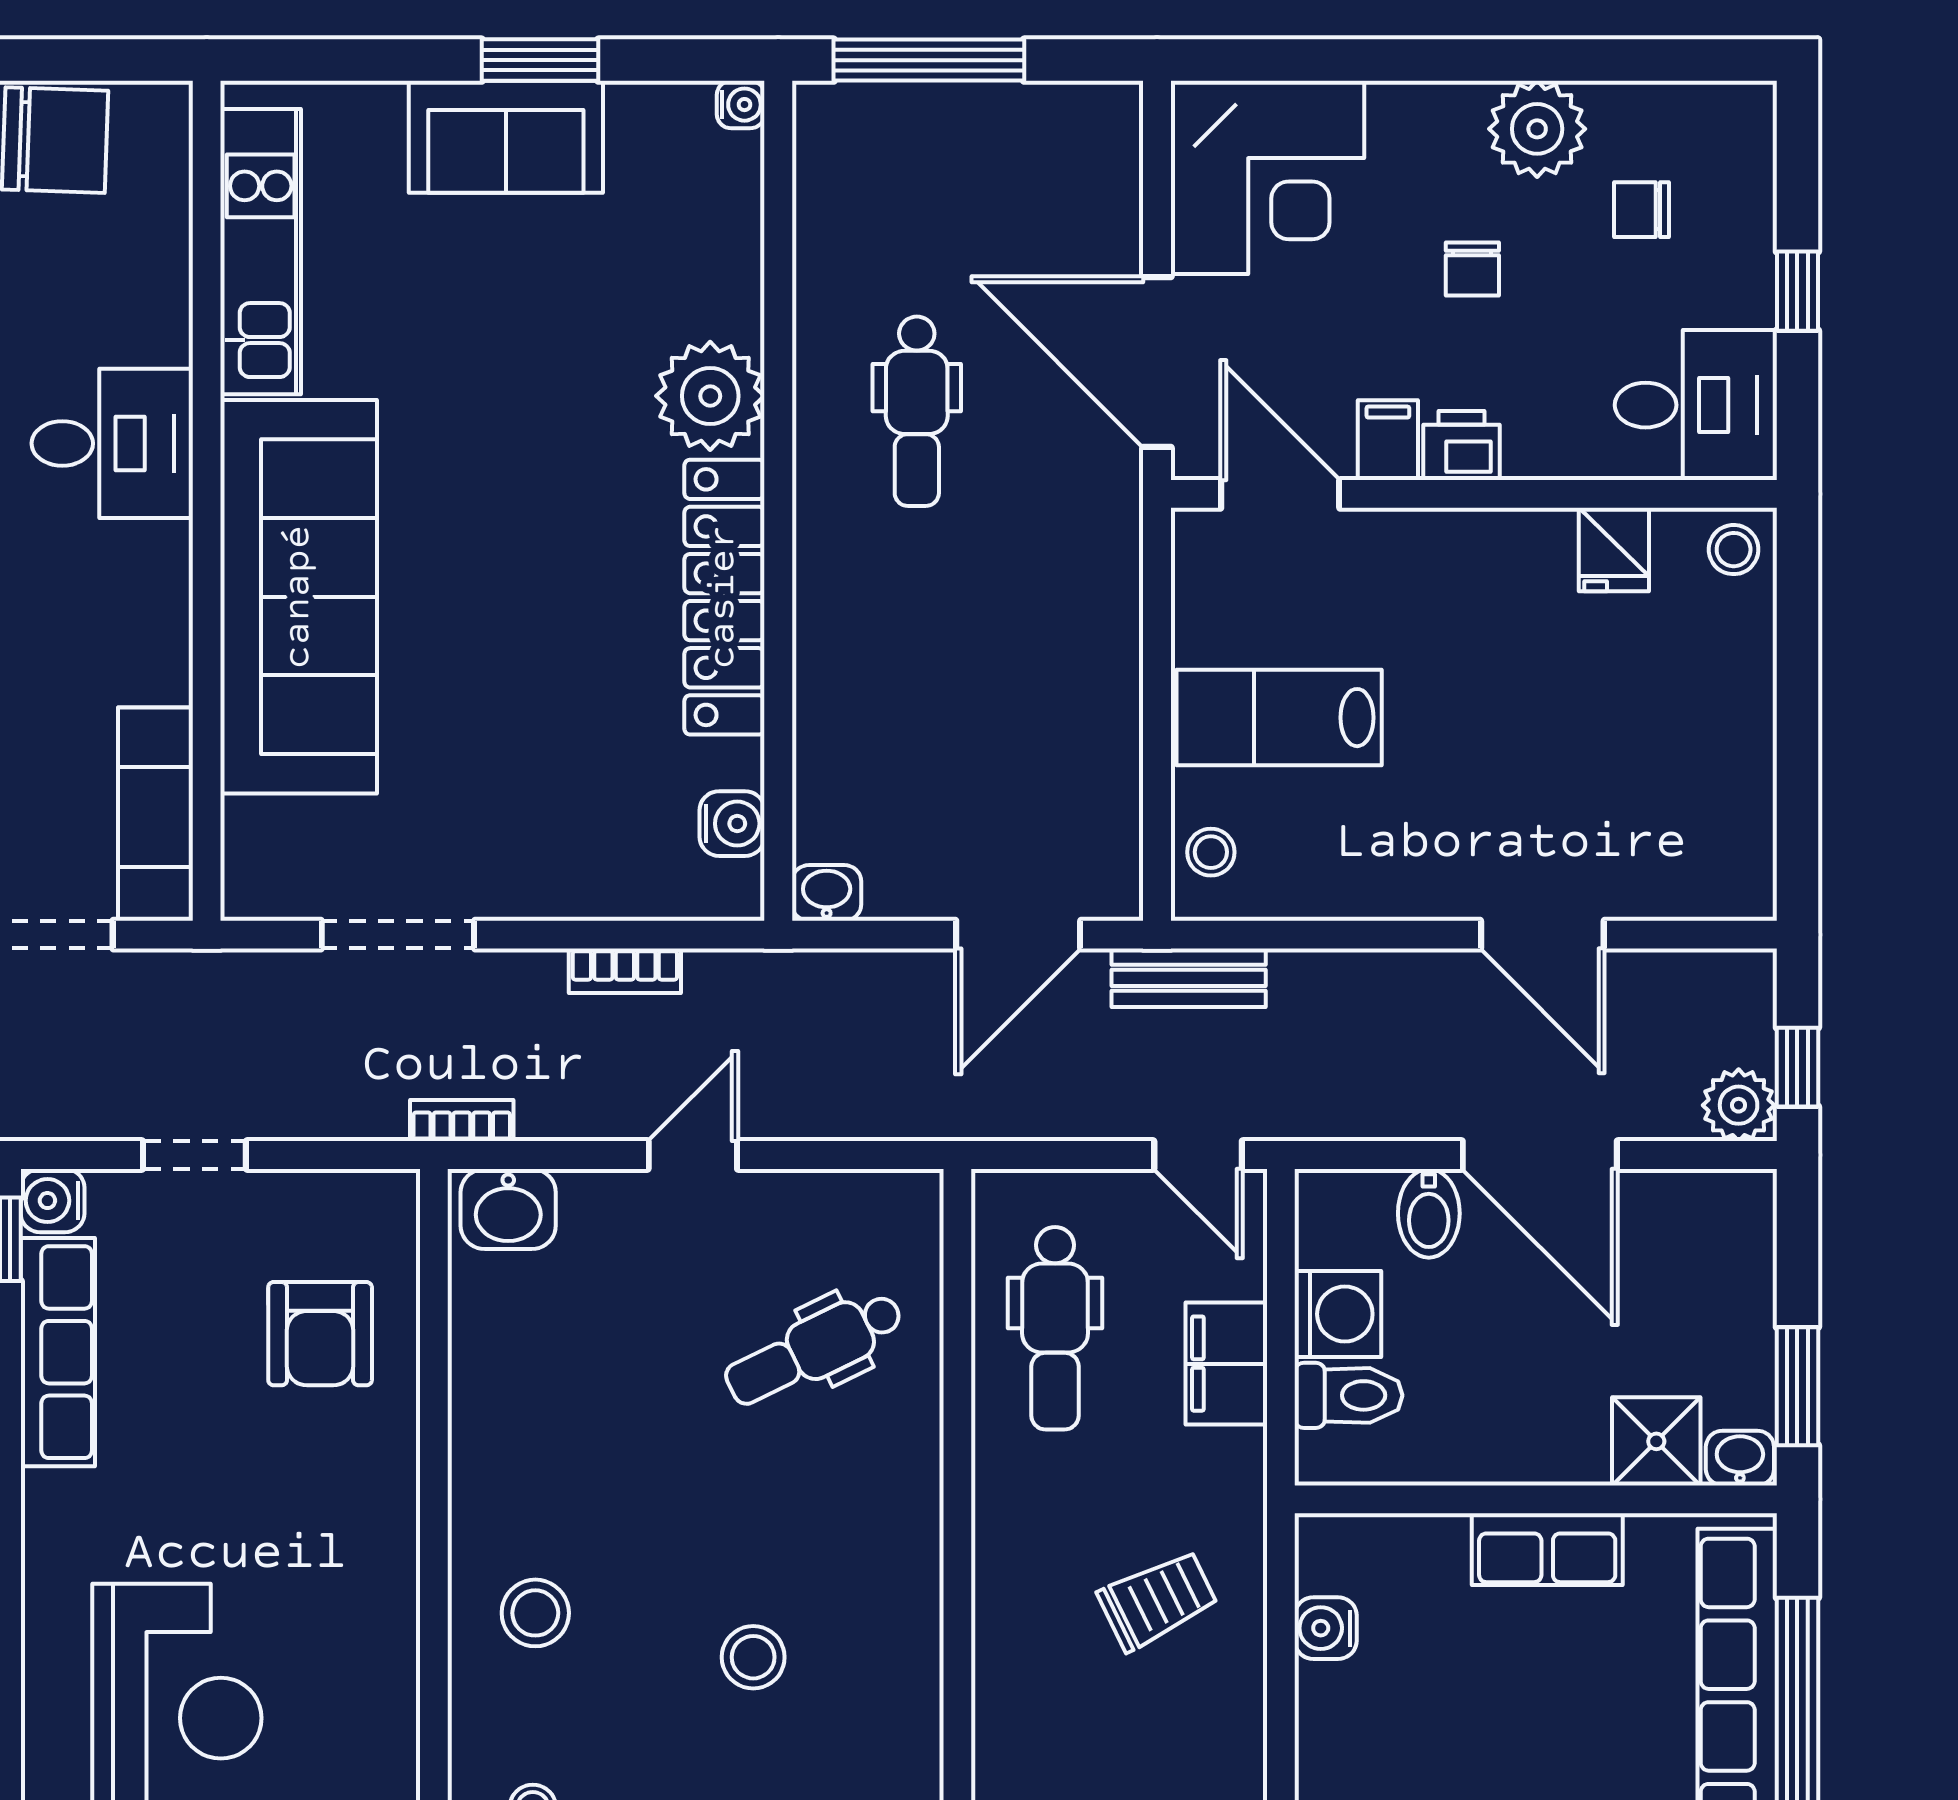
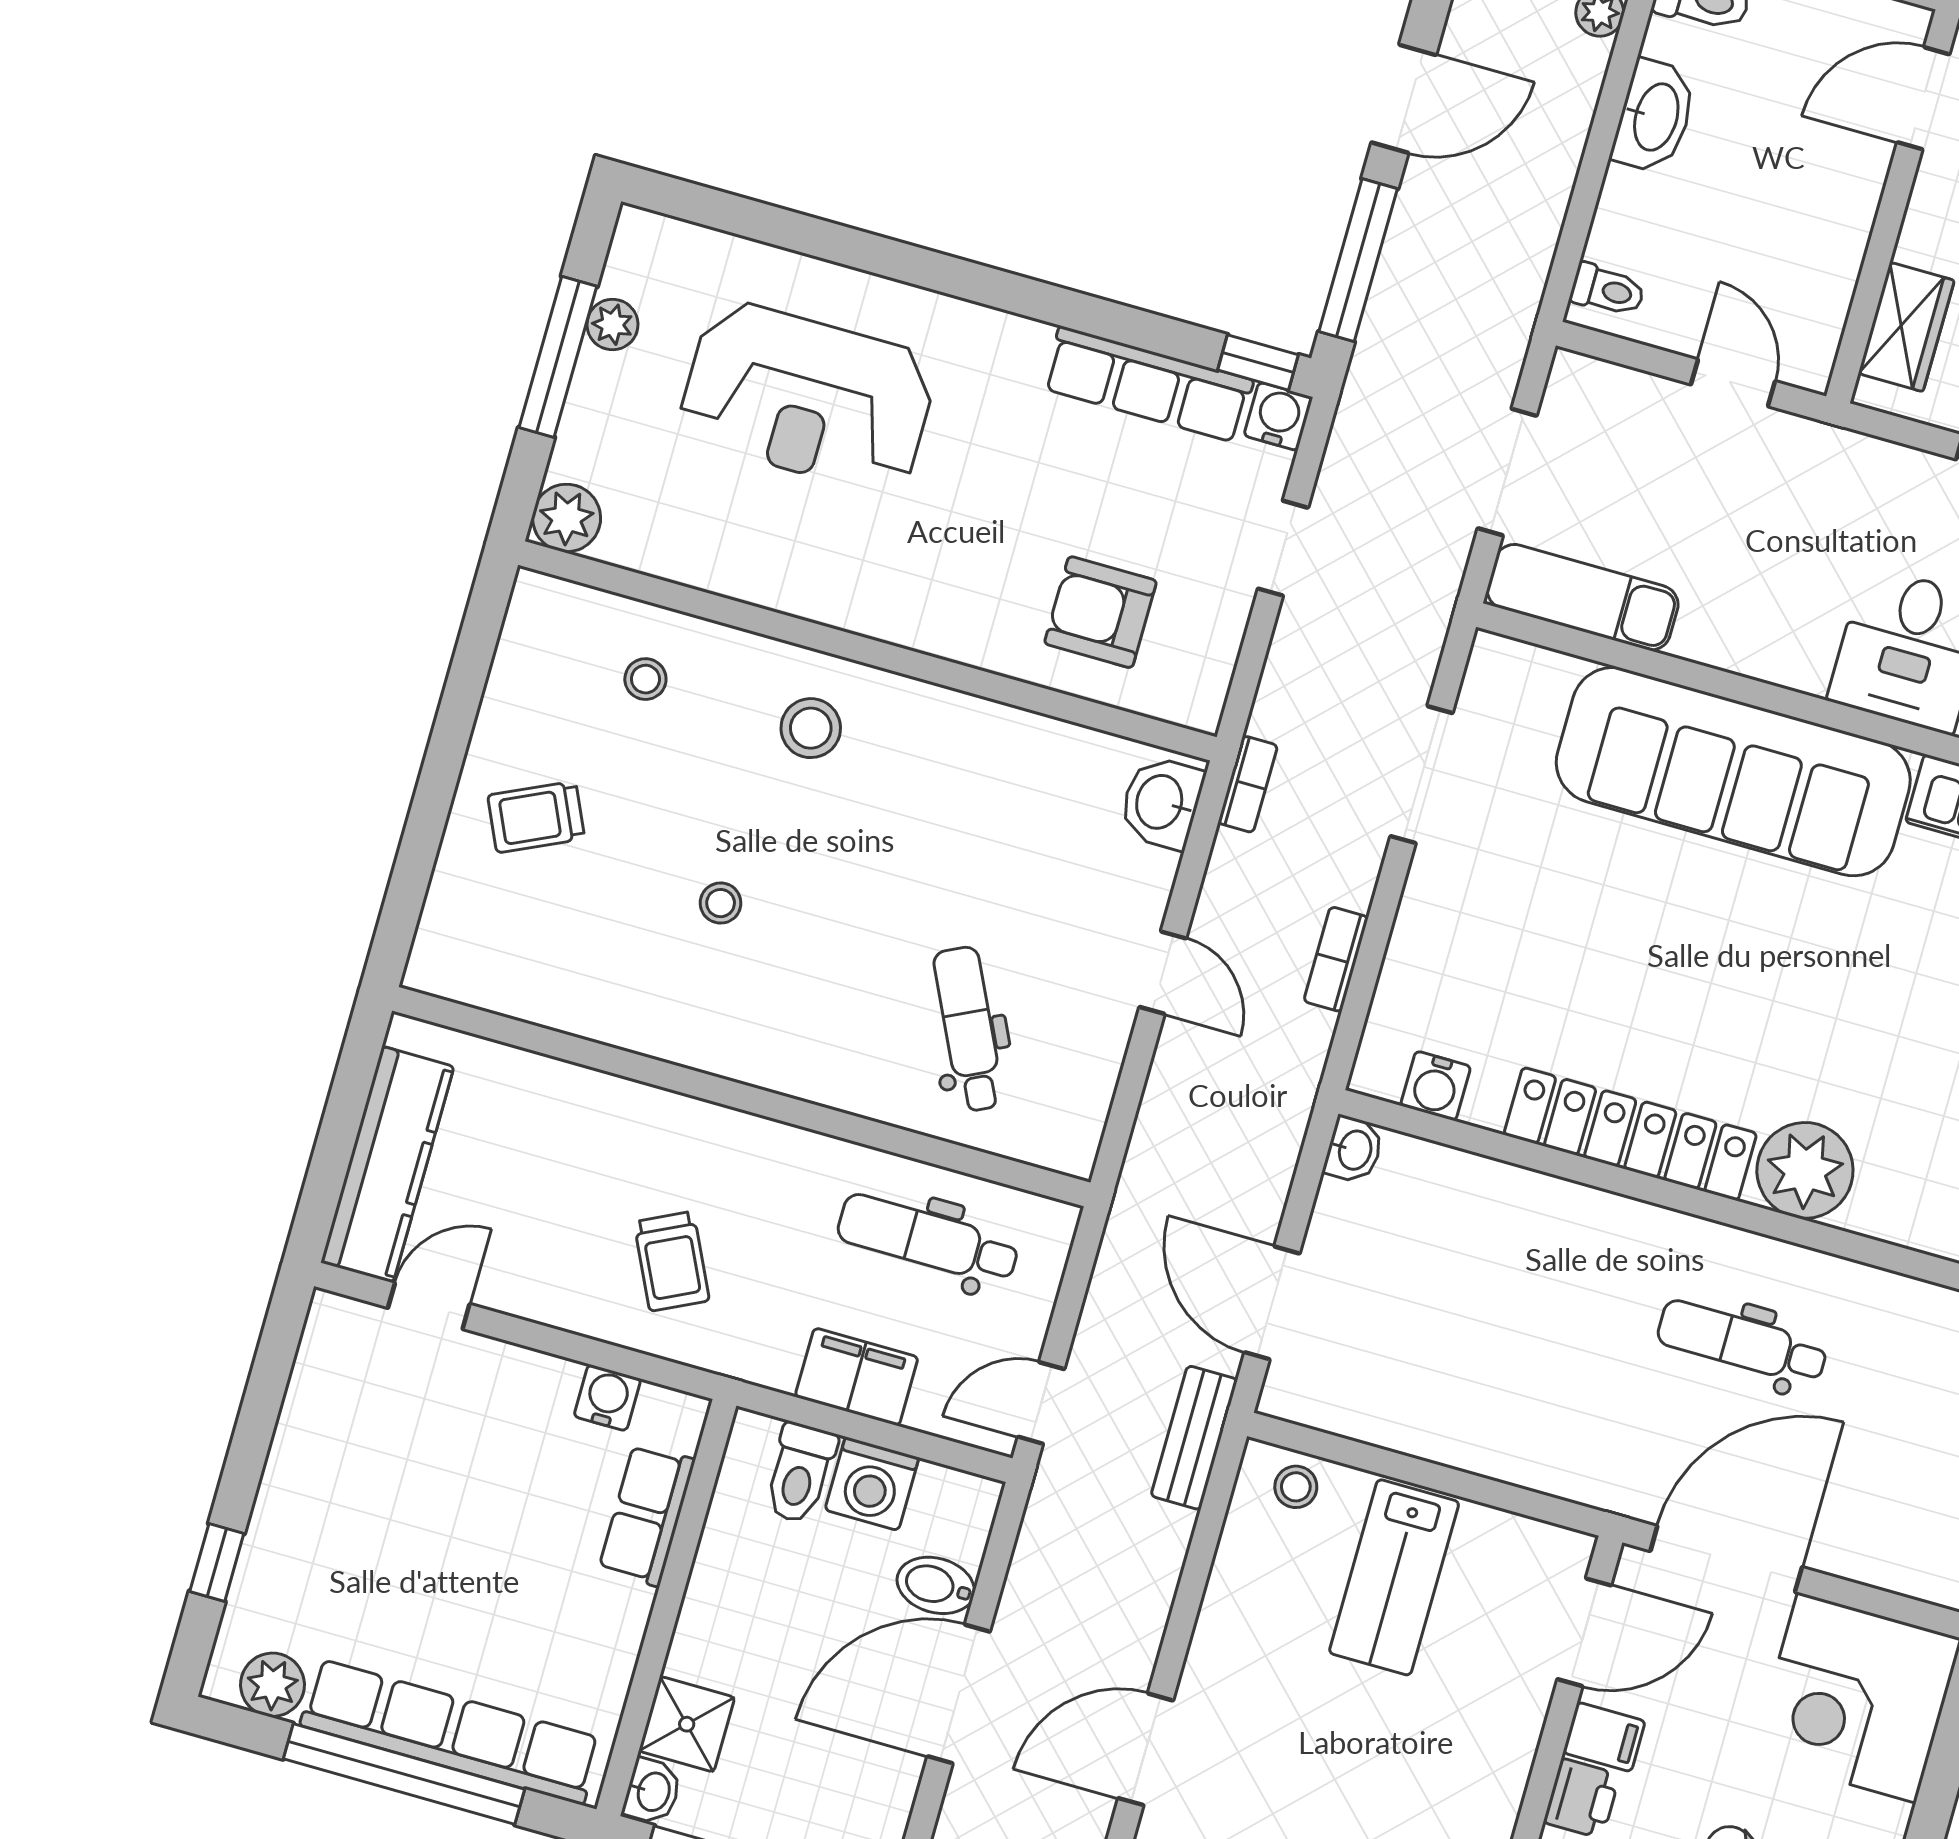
lab bench: (1279, 718) -> (1394, 1577), turned 180
row of seats: (1547, 1549) -> (647, 1515), moved
stool: (753, 1657) -> (721, 903), width x0.73, depth x0.73

